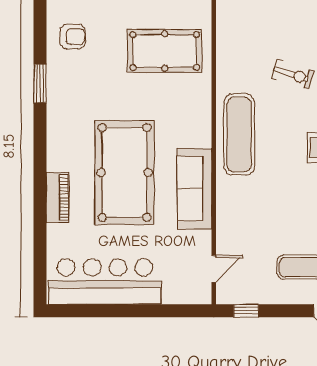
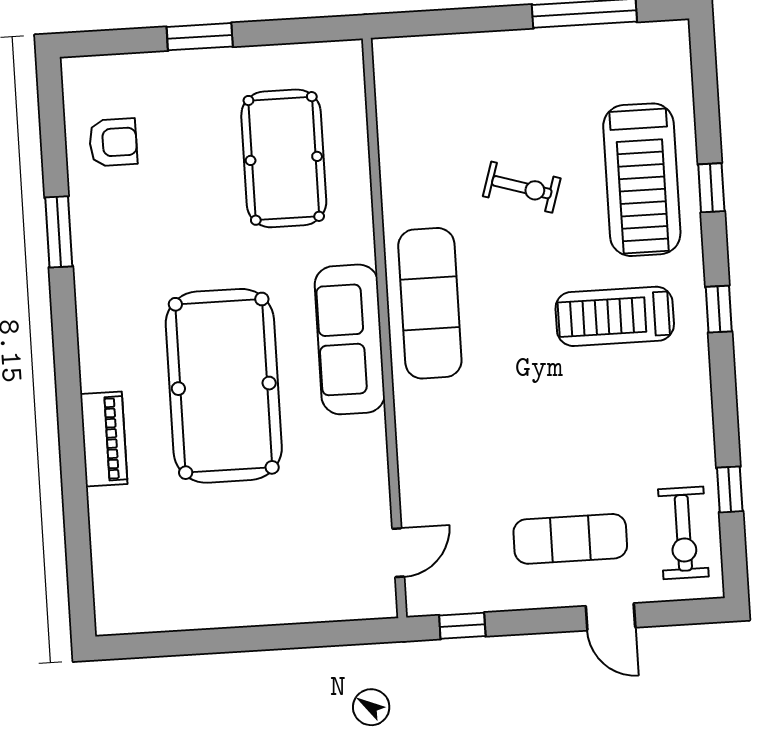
pool table: (165, 51) -> (284, 158), turned 90
sofa: (194, 188) -> (350, 339), moved
bar counter: (105, 282) -> (200, 588), removed

